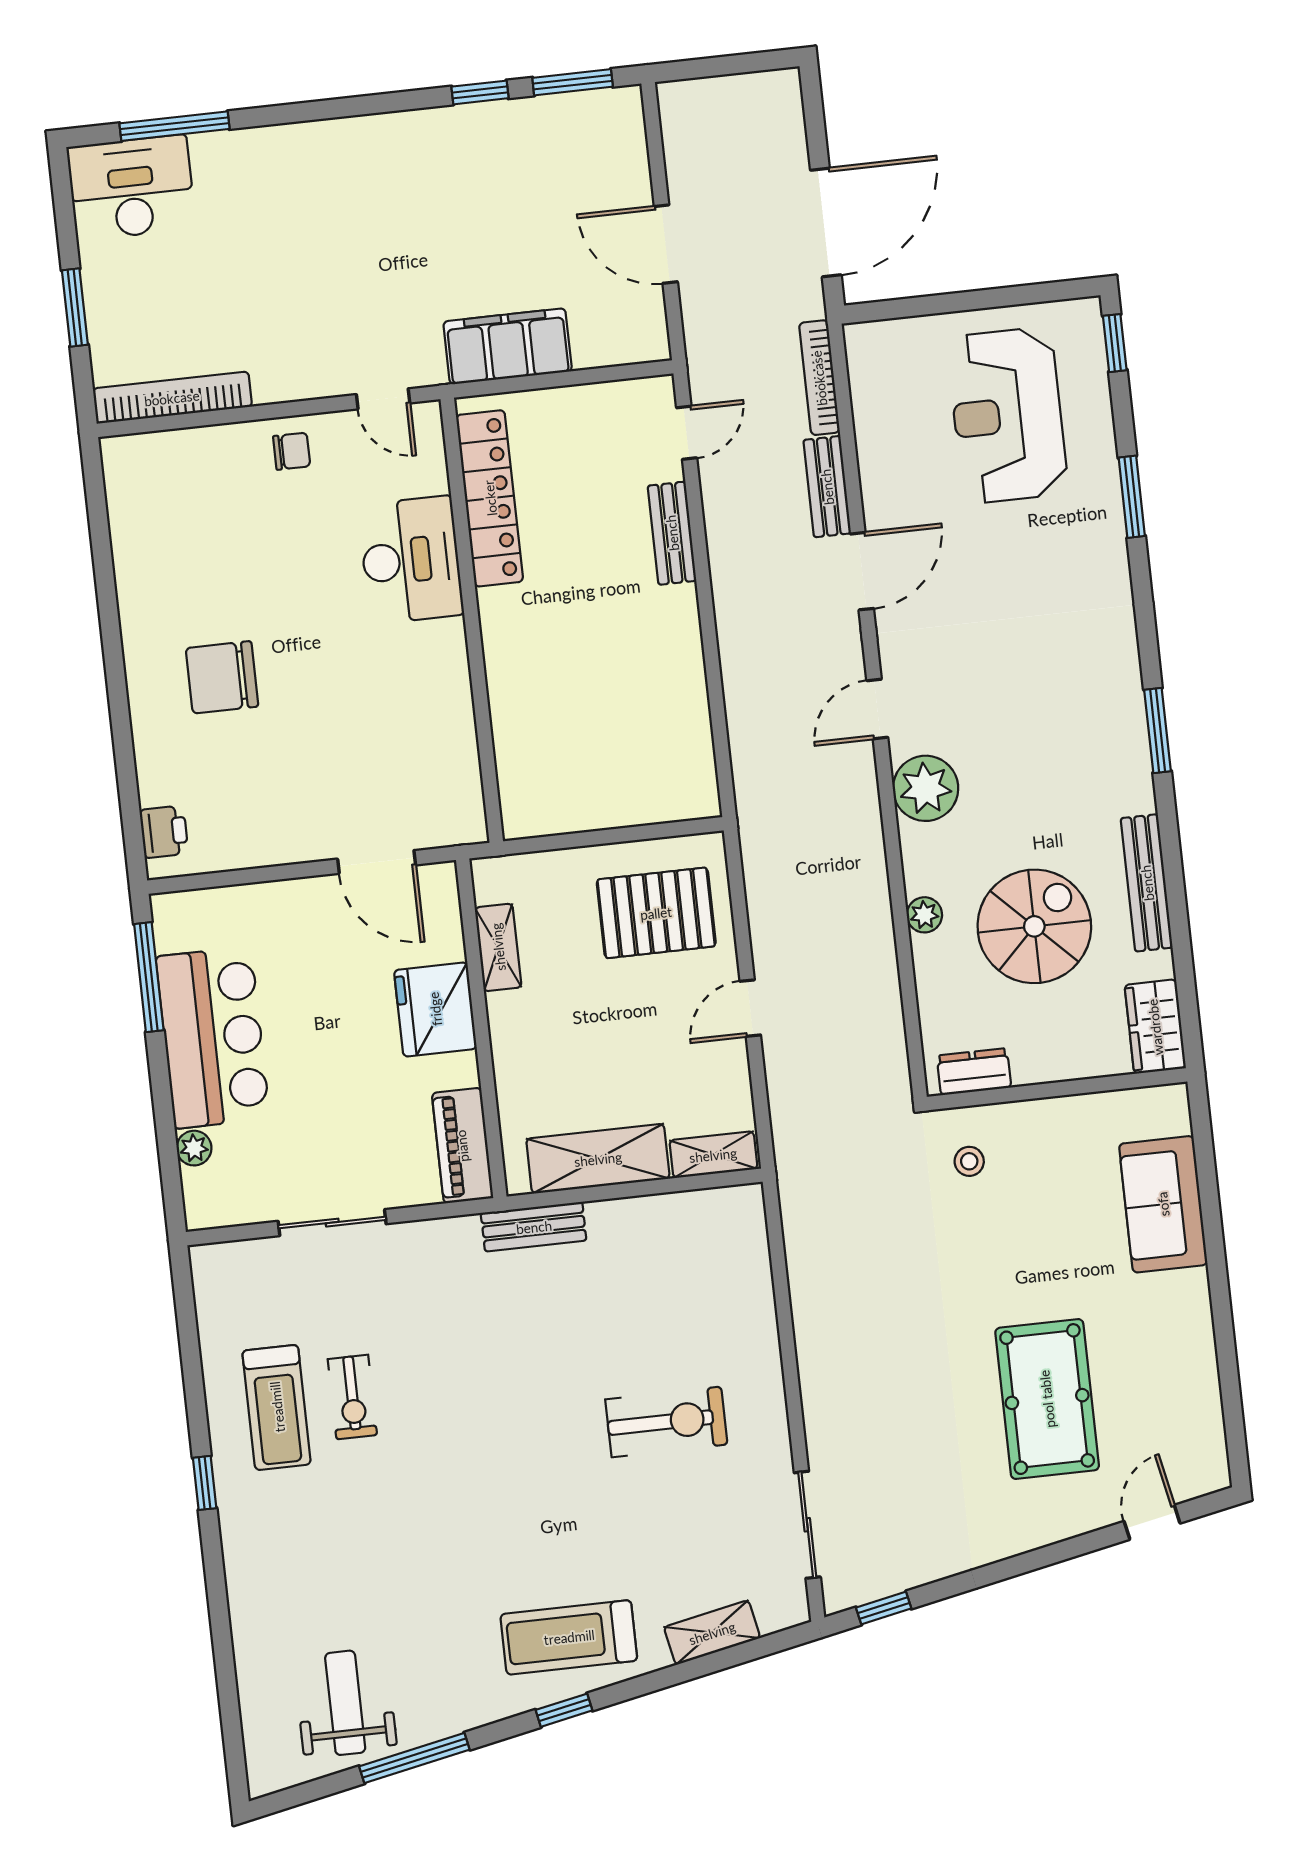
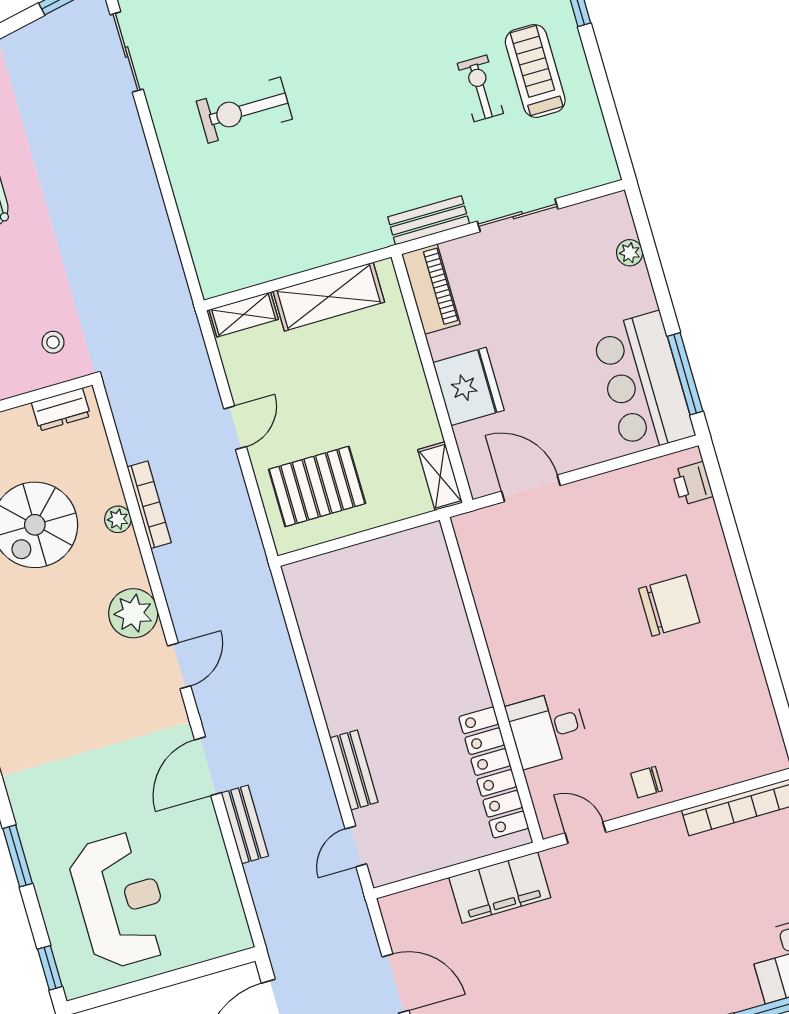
bookcase: (819, 378) -> (149, 505), moved
desk: (411, 560) -> (548, 729), width x0.73
shelving: (498, 947) -> (440, 476), moved
bar counter: (213, 1038) -> (643, 383), moved
bench: (534, 1227) -> (429, 220), moved

